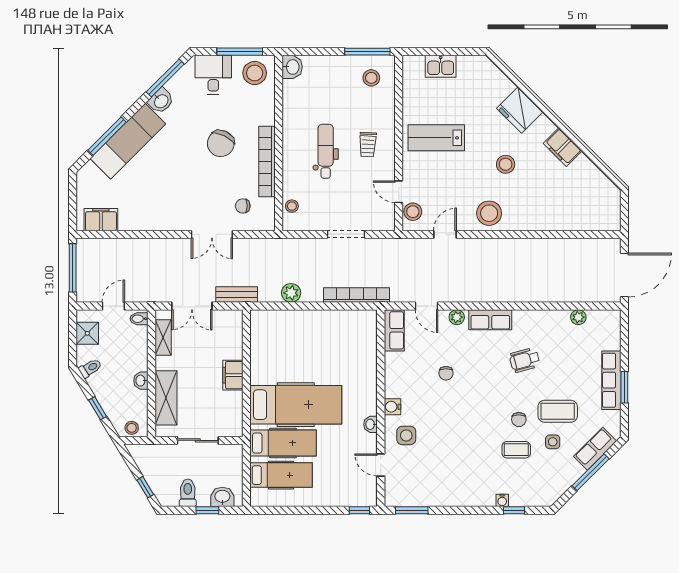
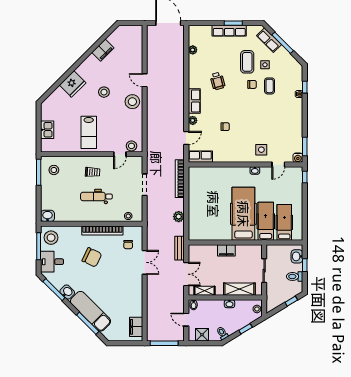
filing cabinet: (562, 147) -> (103, 50), moved
door: (445, 234) -> (145, 80), moved
water cooler: (393, 407) -> (298, 158), moved

